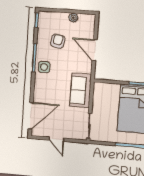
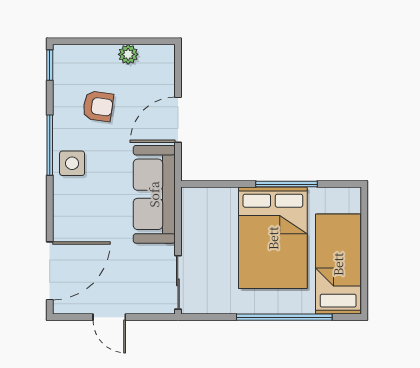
armchair: (58, 41) -> (98, 106), turned 87
door: (95, 50) -> (178, 120), hinge flipped
sofa: (81, 90) -> (154, 194), width x1.36

